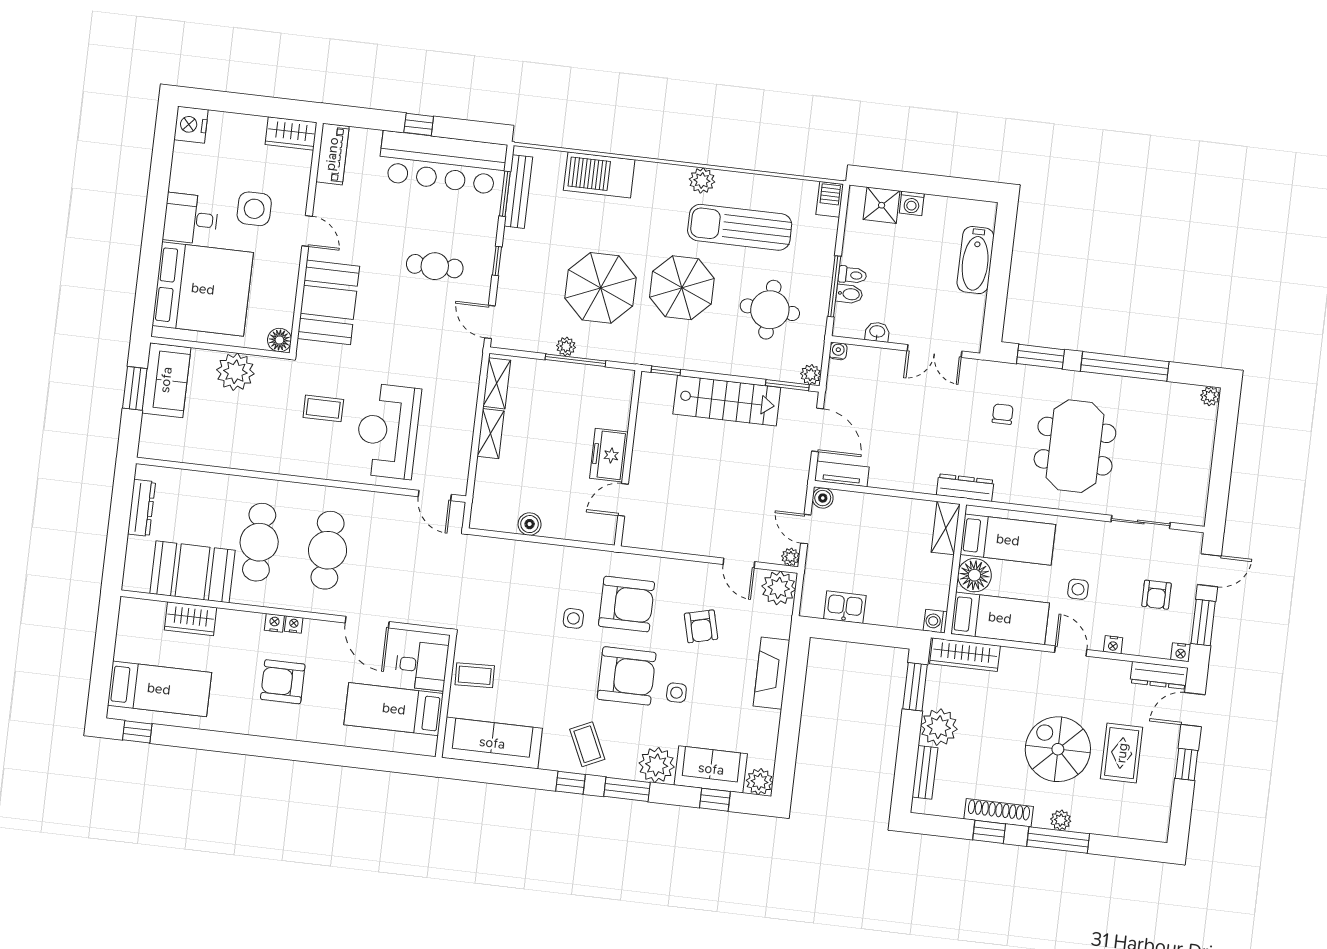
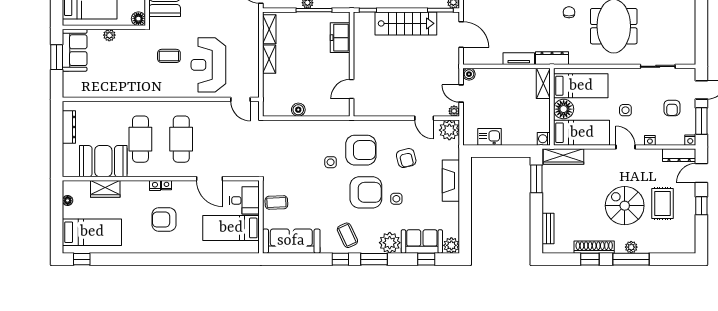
plant: (235, 372) -> (109, 35), width x0.53, depth x0.53
freezer: (609, 455) -> (340, 38), moved
tv unit: (842, 474) -> (519, 59), moved
floor lamp: (125, 631) -> (68, 200), added
plant: (939, 727) -> (553, 201), removed

